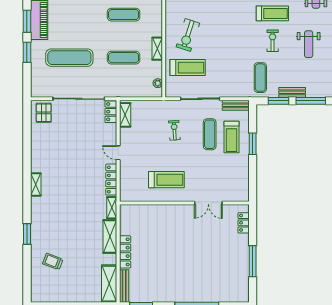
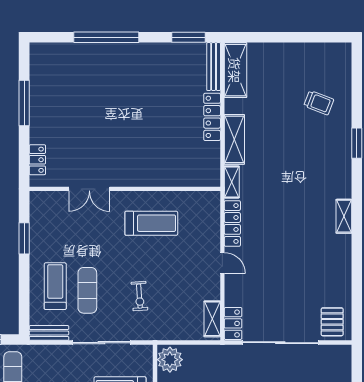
plant: (158, 83) -> (170, 360), width x1.88, depth x1.88
window: (253, 144) -> (24, 238), moved
treadmill: (166, 180) -> (151, 223), turned 180
double door: (208, 203) -> (89, 189), swing flipped

